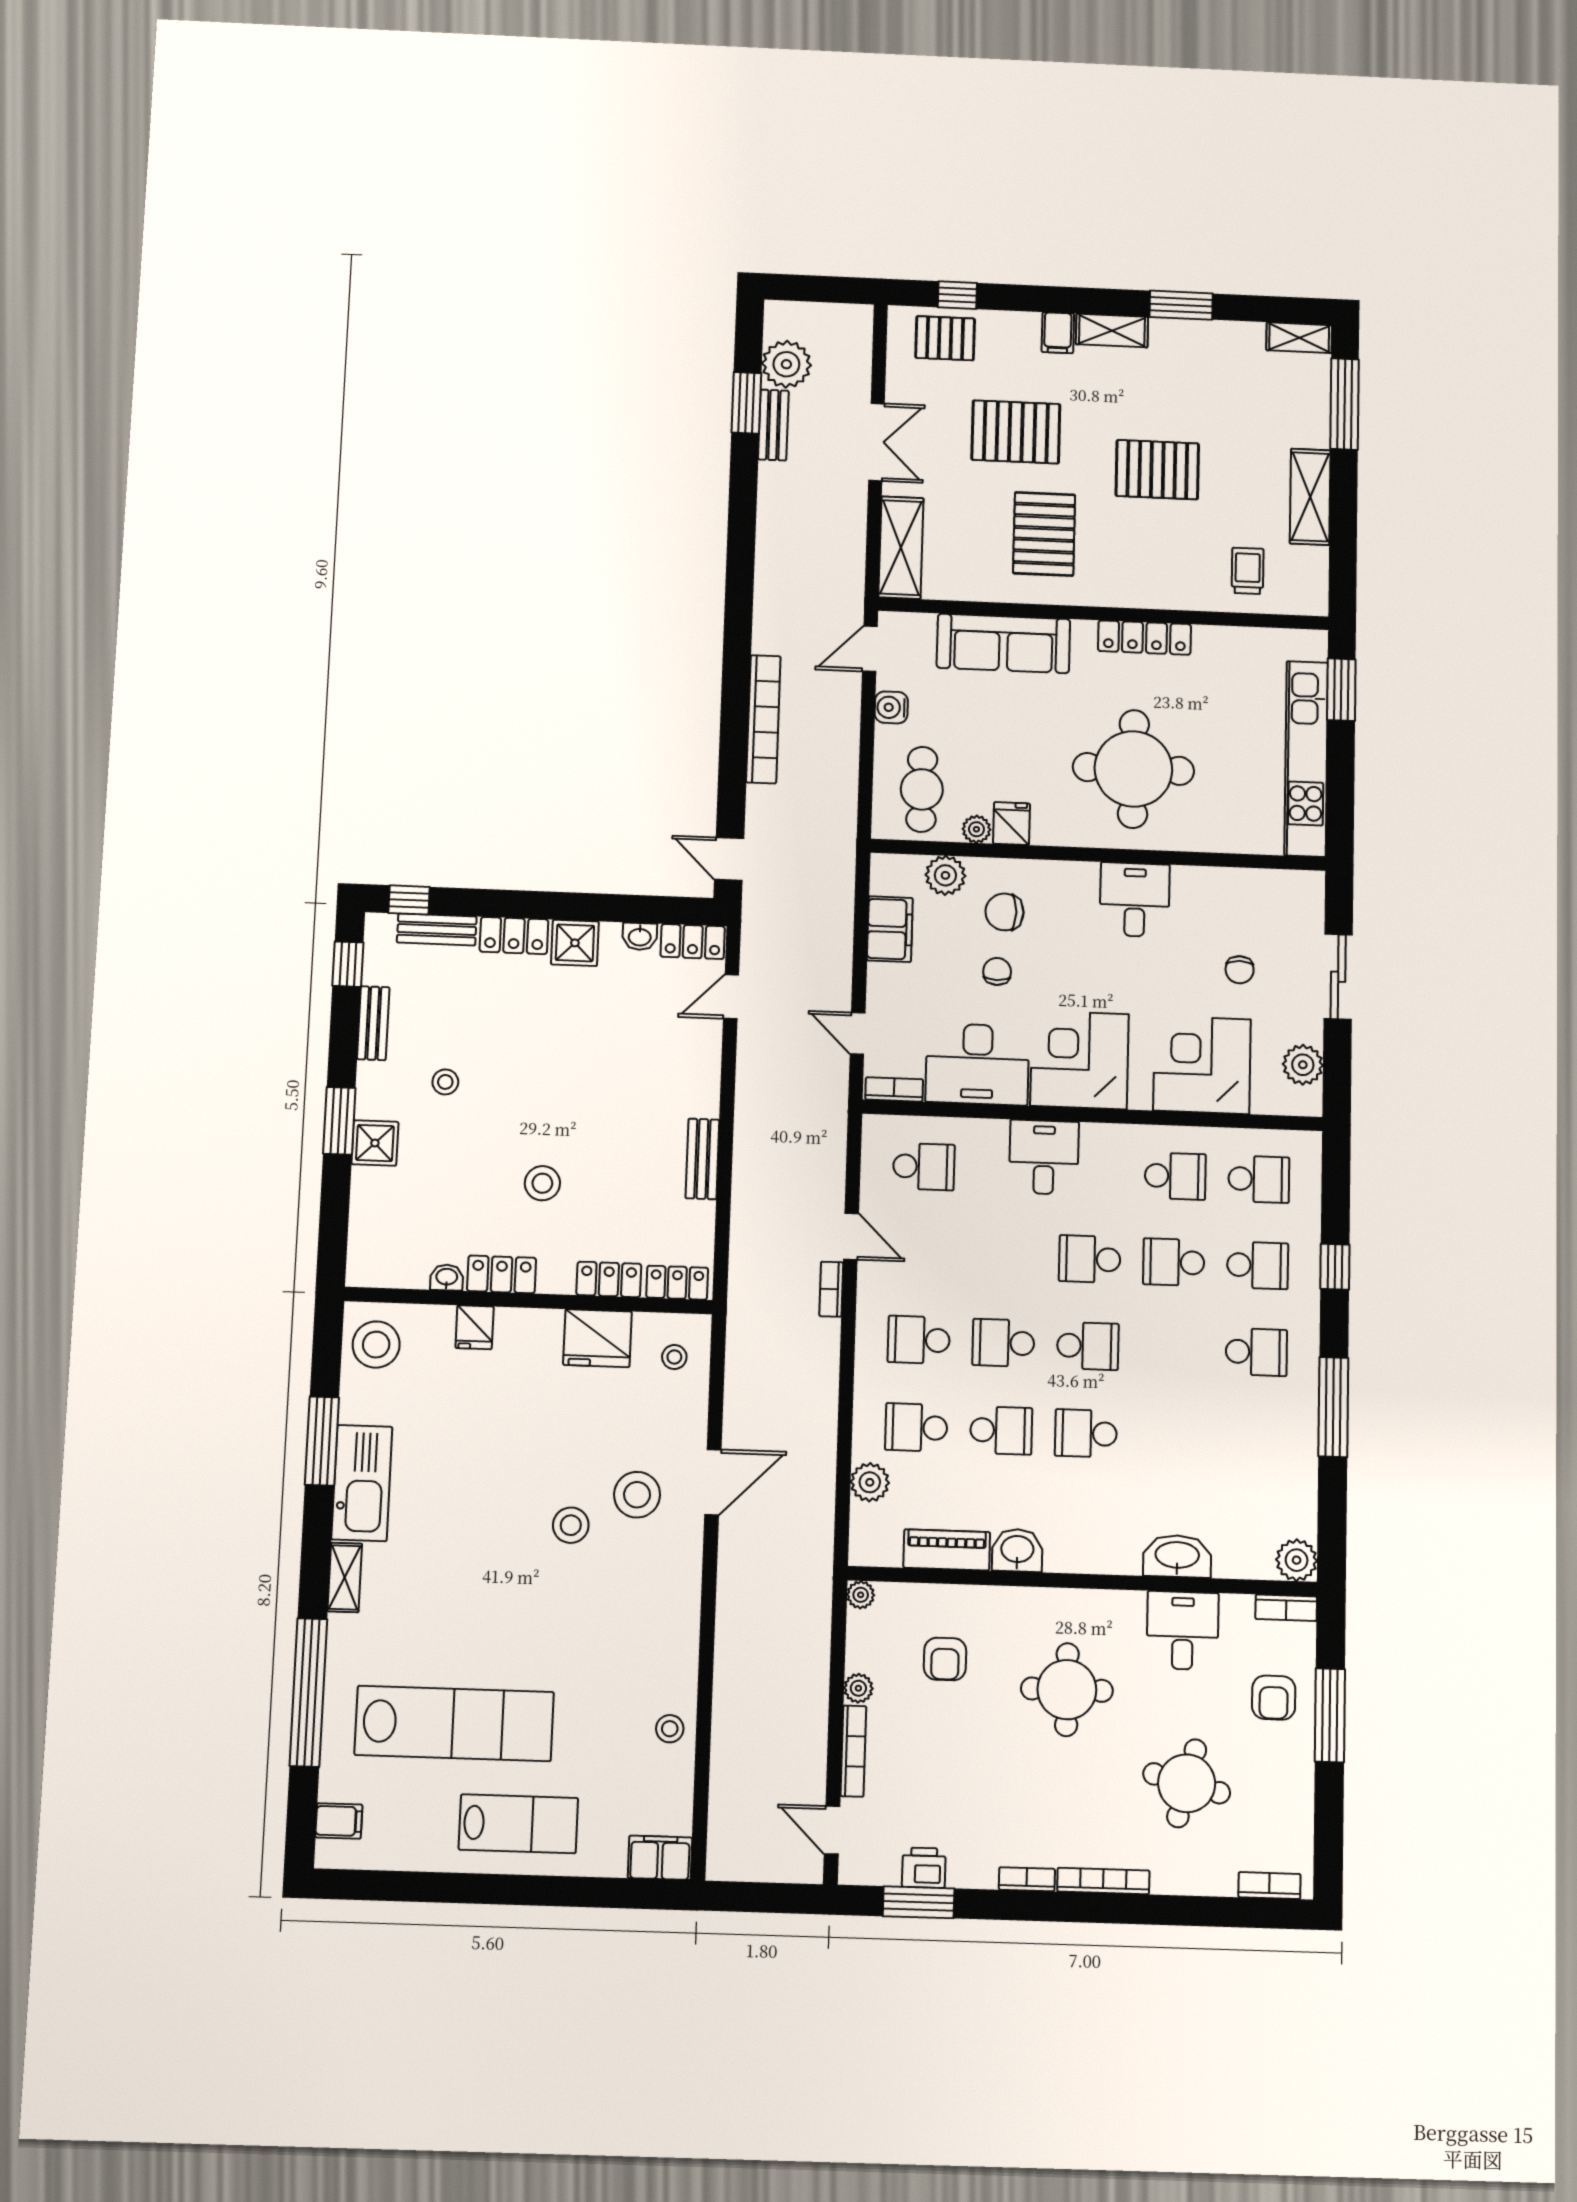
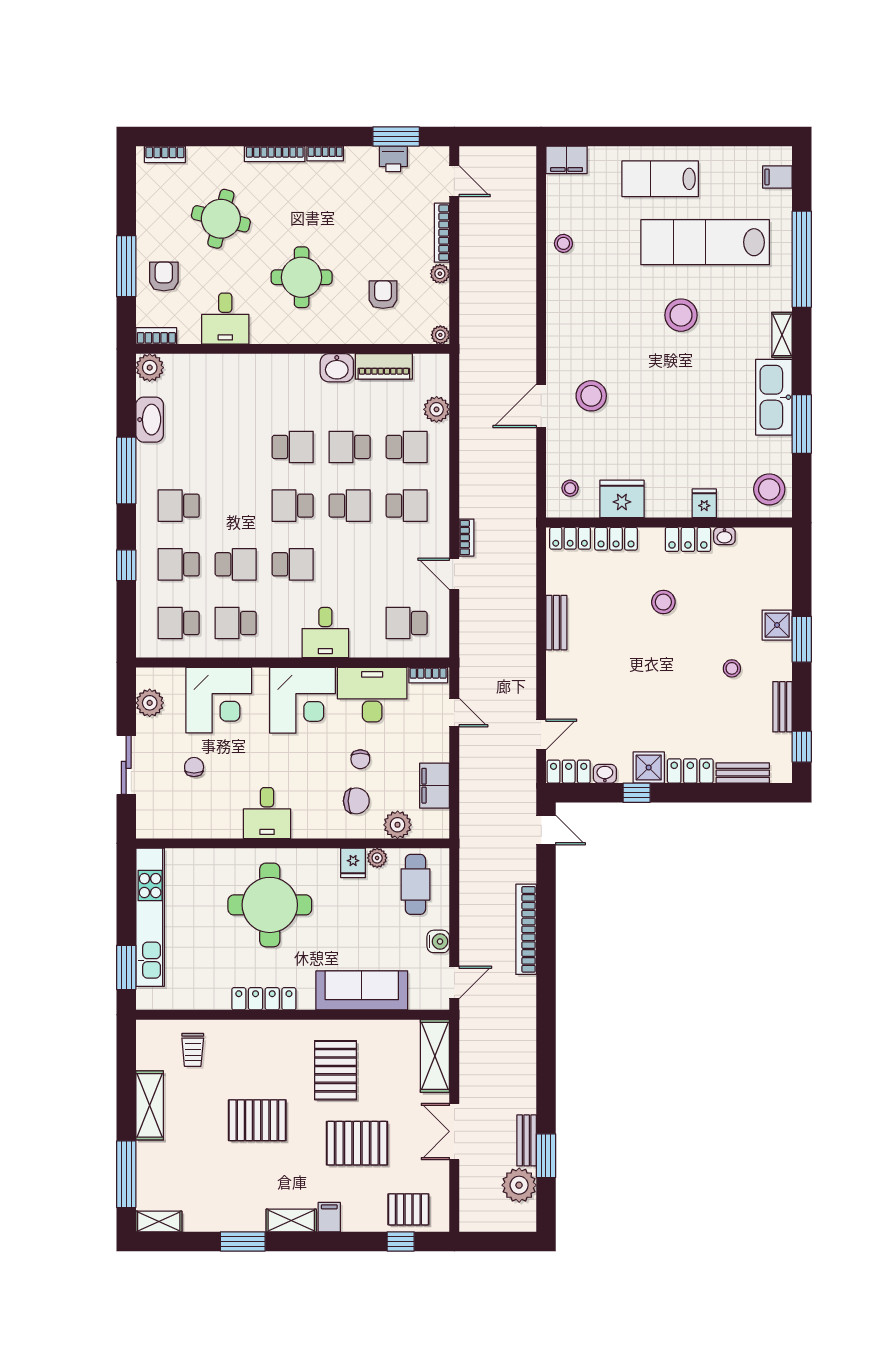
window: (409, 900) -> (637, 793), moved
stool: (571, 1525) -> (681, 315), moved, width x1.38, depth x1.38
washbasin: (1177, 1556) -> (150, 420), moved, turned -90

